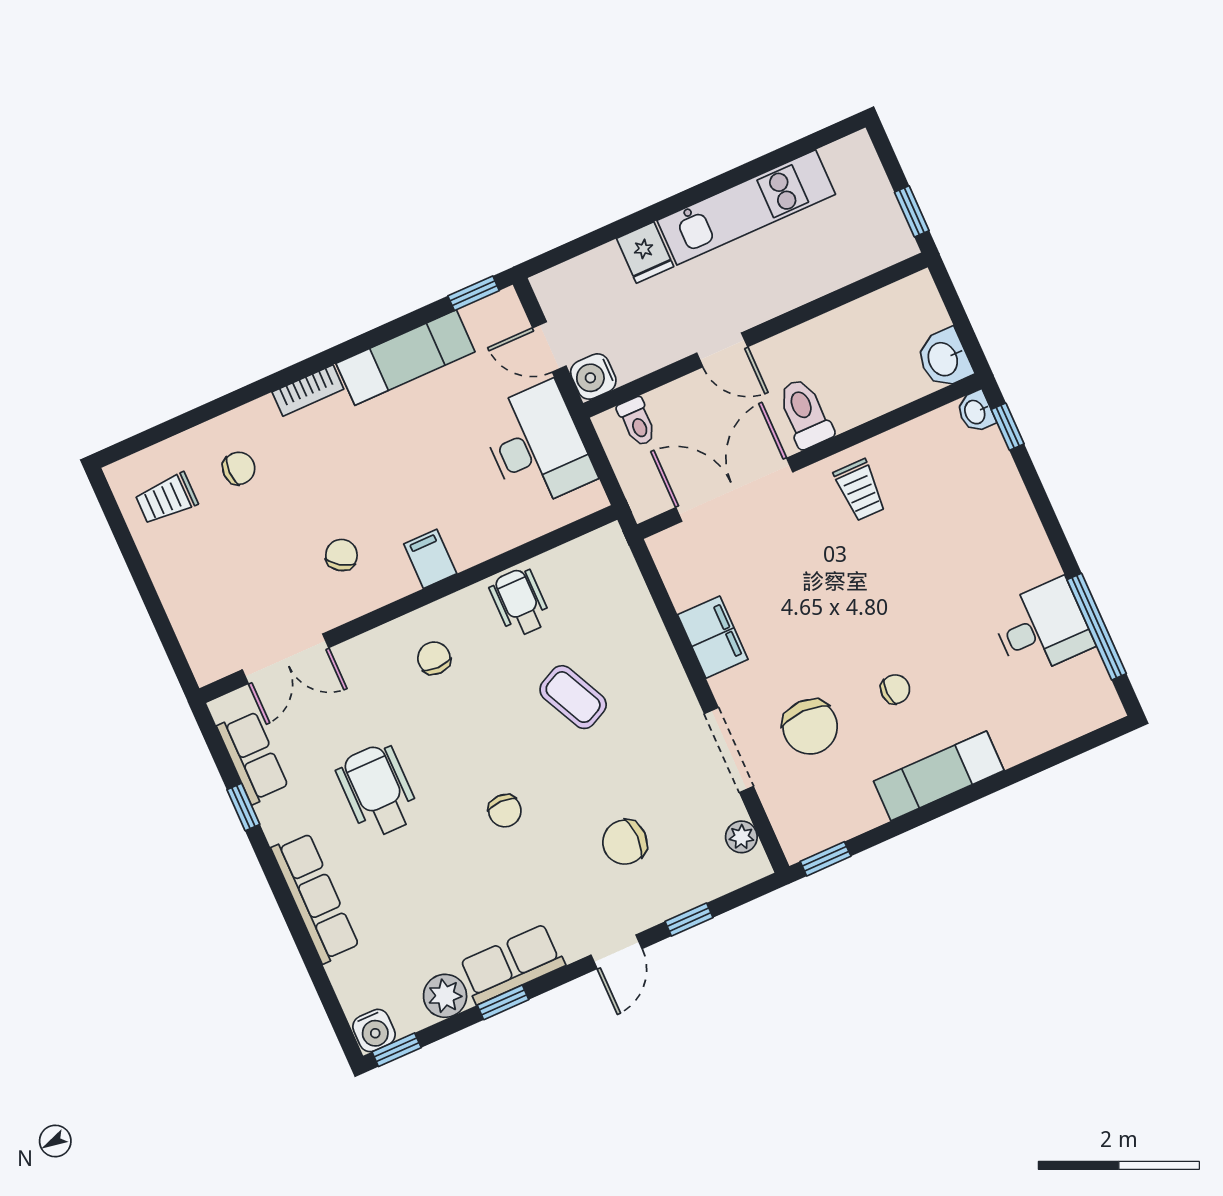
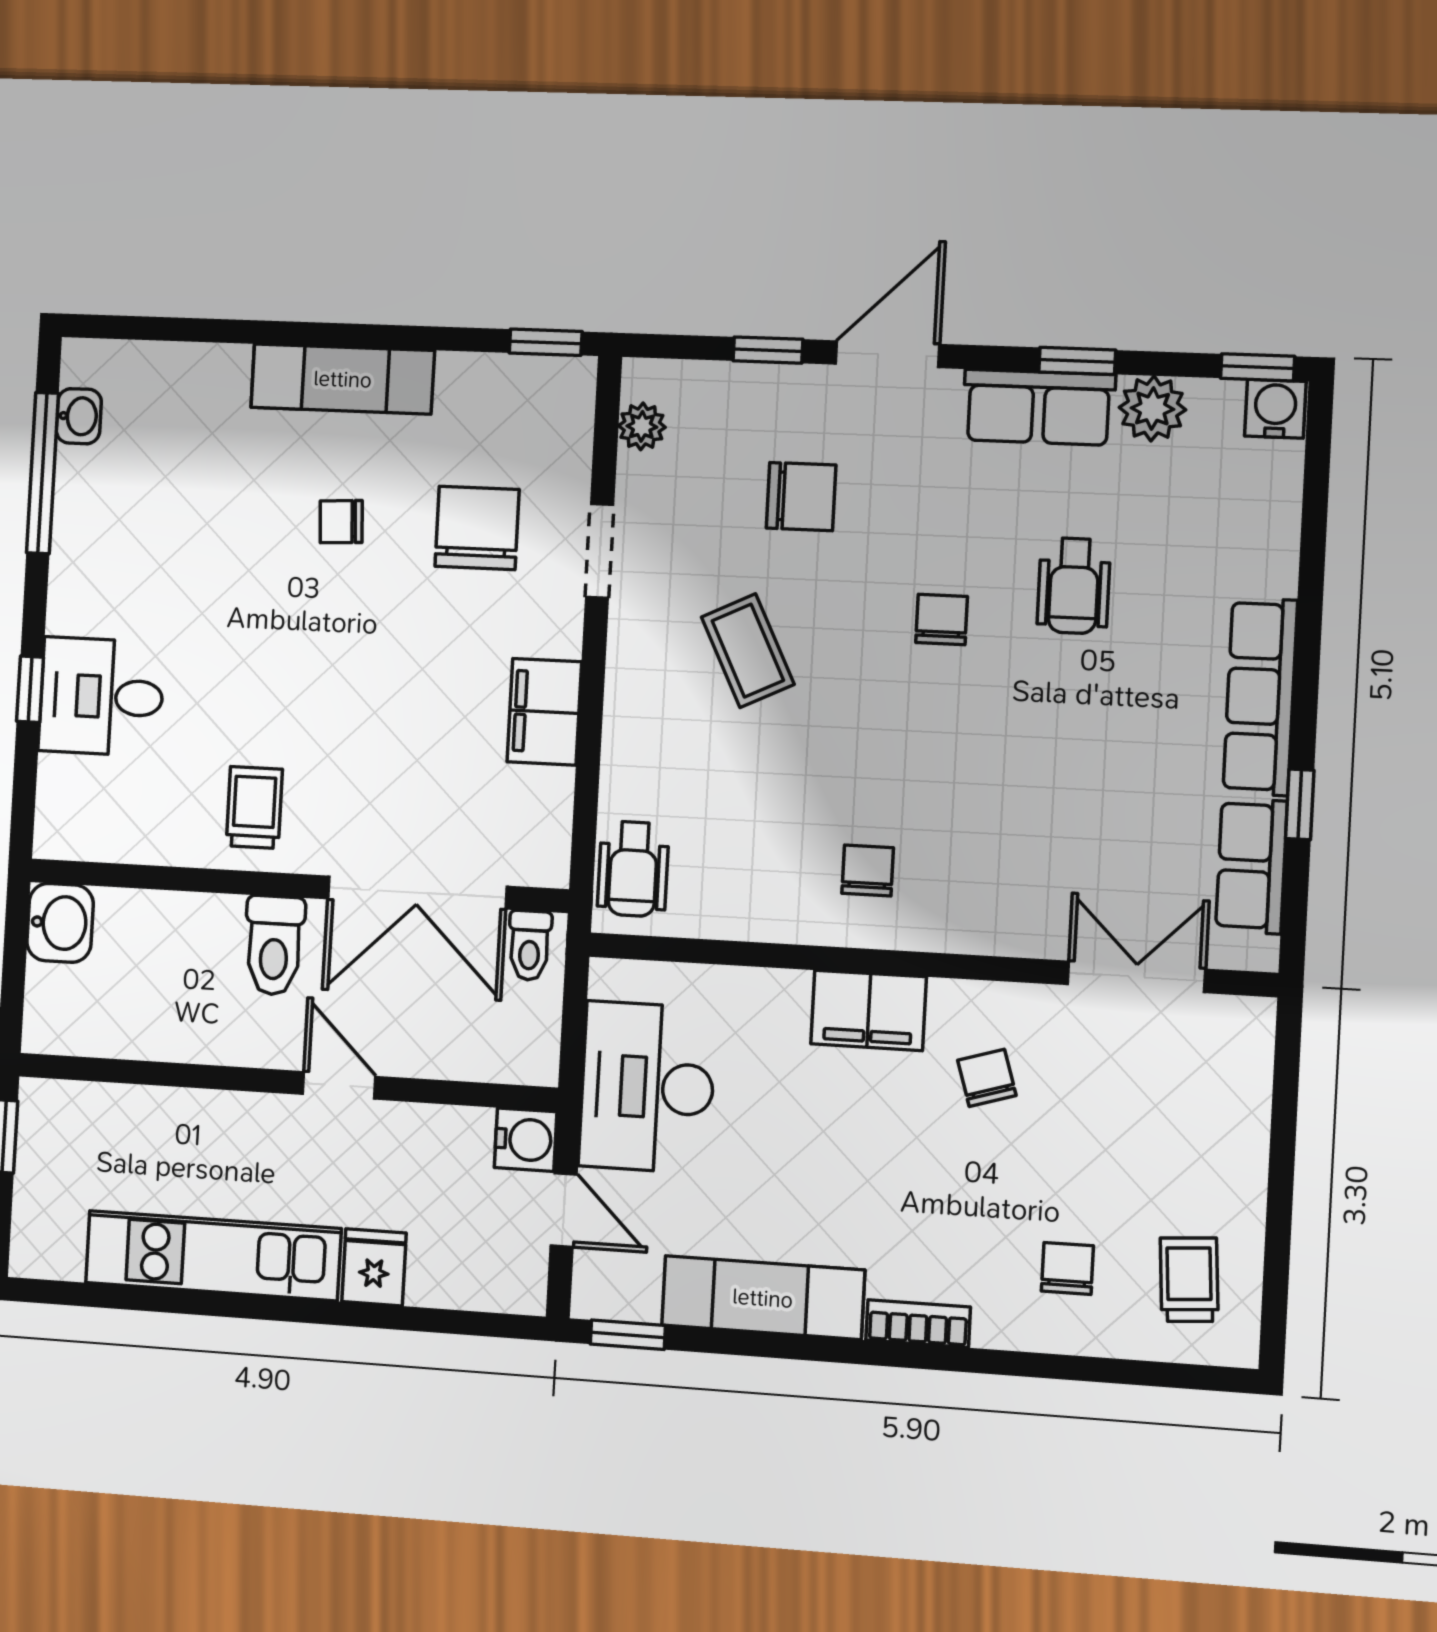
washbasin: (976, 412) -> (79, 416), moved
toilet: (637, 422) -> (530, 945), moved, turned 180
window: (1008, 427) -> (30, 689), moved
chair: (239, 468) -> (1067, 1268), turned 90
trolley: (166, 499) -> (1189, 1280), turned -94
chair: (341, 555) -> (987, 1078), turned 129
filing cabinet: (430, 559) -> (869, 1010), width x2.00
wheelchair: (520, 602) -> (633, 869), moved
desk: (1042, 628) -> (101, 697), moved
chair: (434, 658) -> (868, 871), moved, turned 180
coffee table: (573, 697) -> (748, 651), moved
doorway: (729, 750) -> (600, 551), width x0.73
wheelchair: (378, 791) -> (1074, 586), moved, width x0.73, depth x0.73
row of seats: (315, 898) -> (1260, 697), moved
door: (617, 952) -> (888, 354), width x1.38

